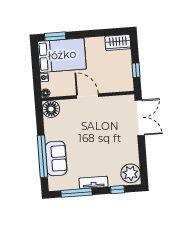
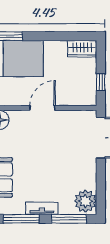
door: (88, 96) -> (42, 108), hinge flipped
window: (117, 190) -> (69, 219), width x2.17

